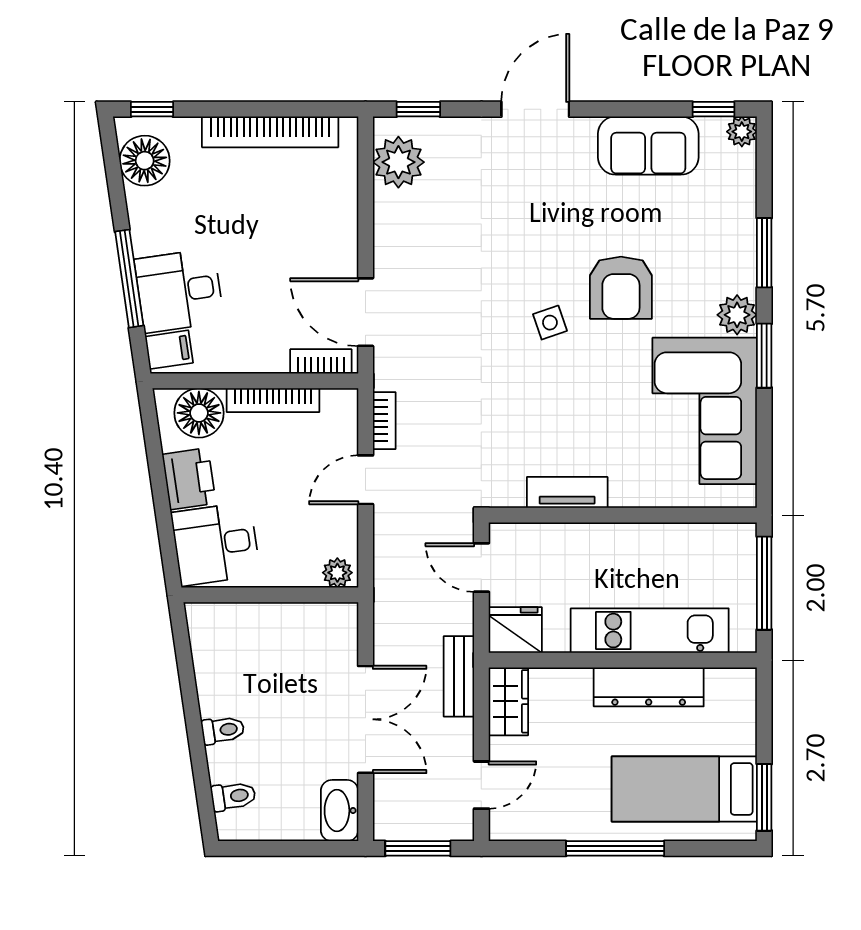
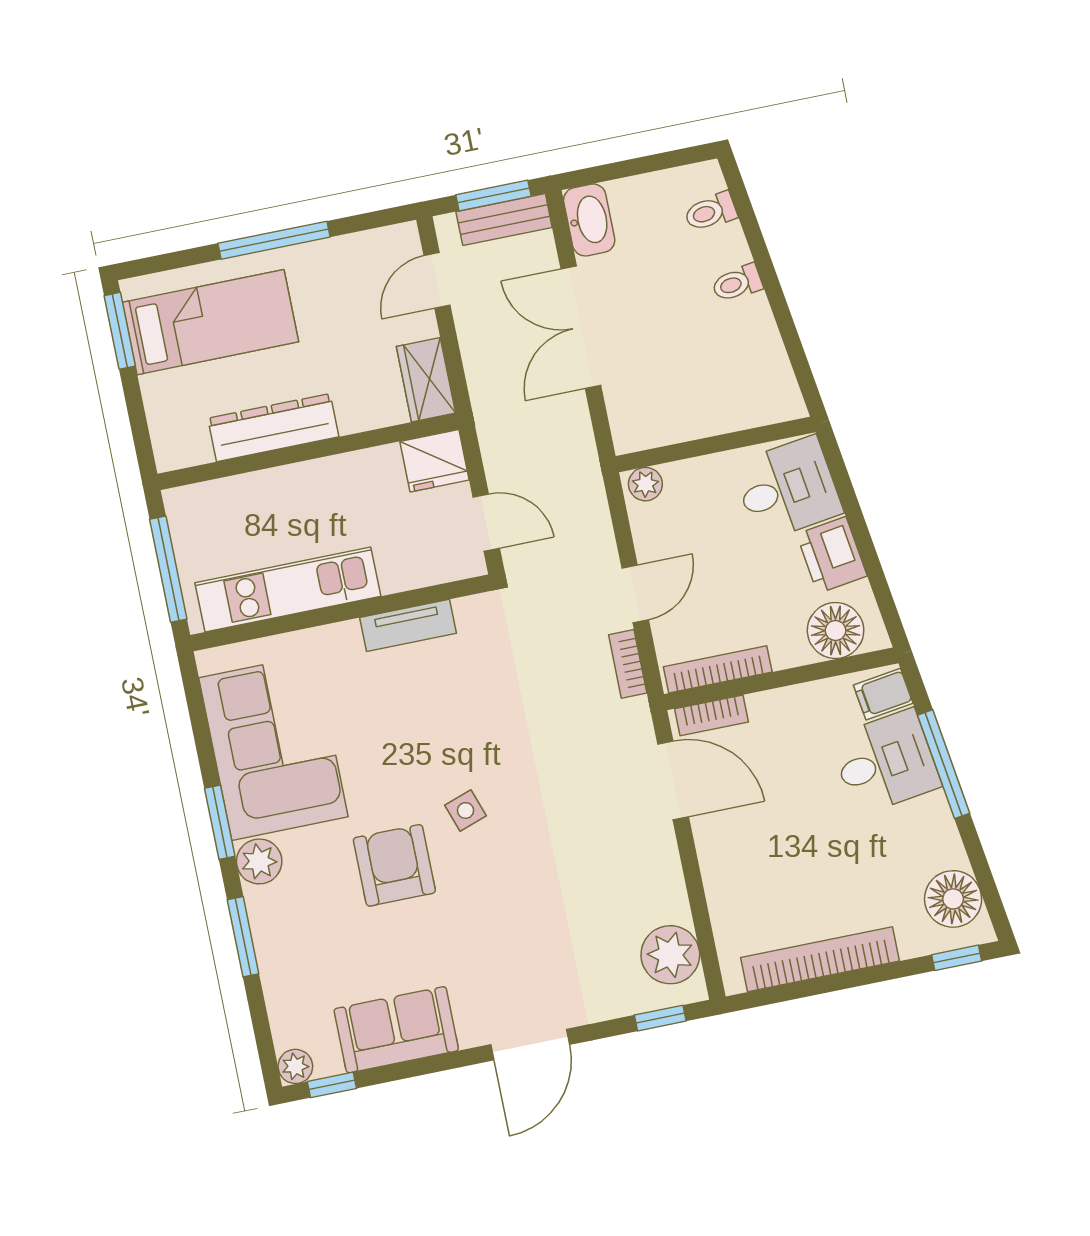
bookcase: (273, 400) -> (718, 669), moved
kitchen unit: (650, 631) -> (288, 589), moved, turned 180
bench: (459, 676) -> (504, 220), moved, turned 90

